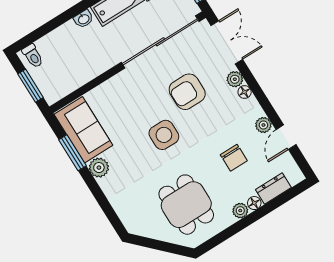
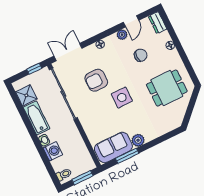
washing machine: (68, 35) -> (53, 151), added
plant: (235, 79) -> (92, 50), removed
armchair: (187, 92) -> (96, 80), turned 90
door: (286, 137) -> (131, 21), hinge flipped
dresser: (273, 189) -> (158, 23), moved
plant: (240, 211) -> (174, 55), removed

